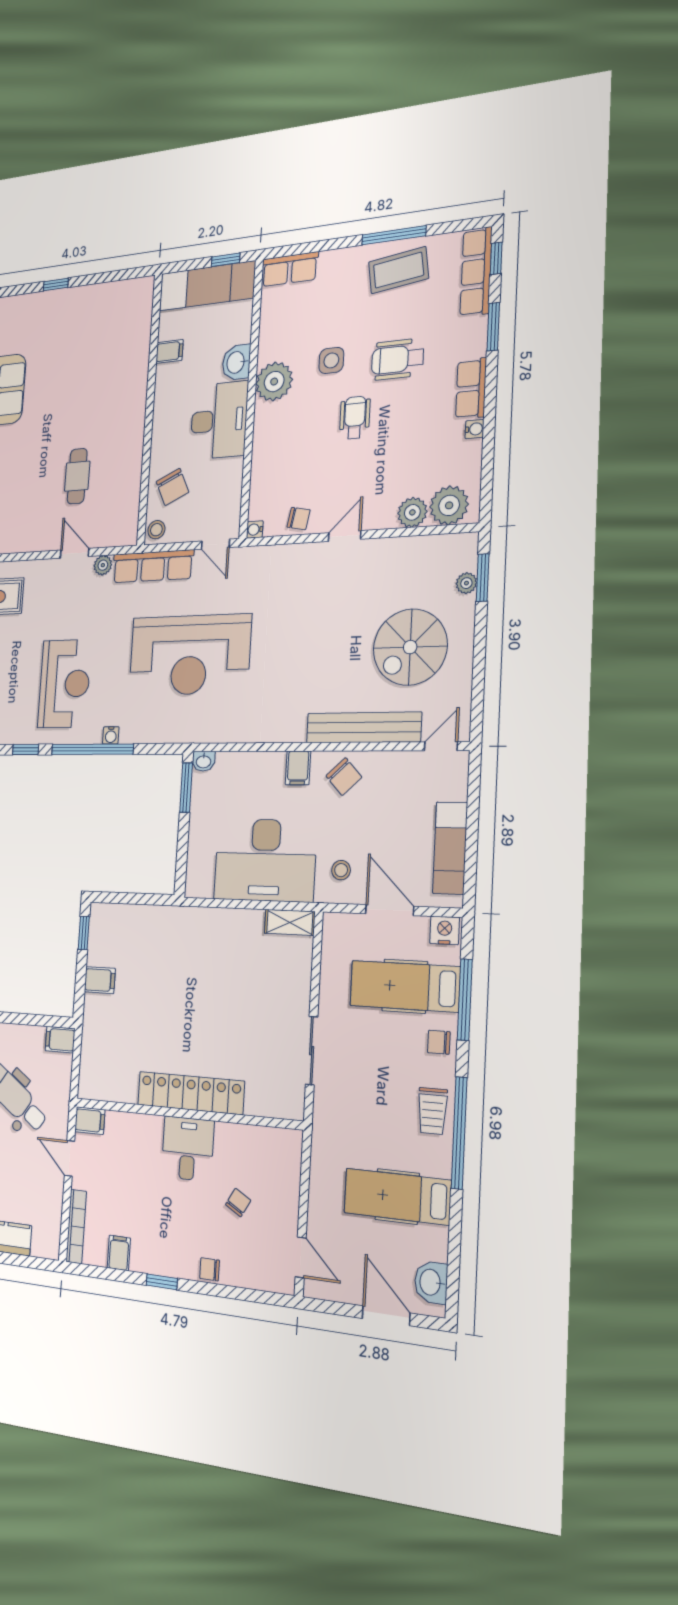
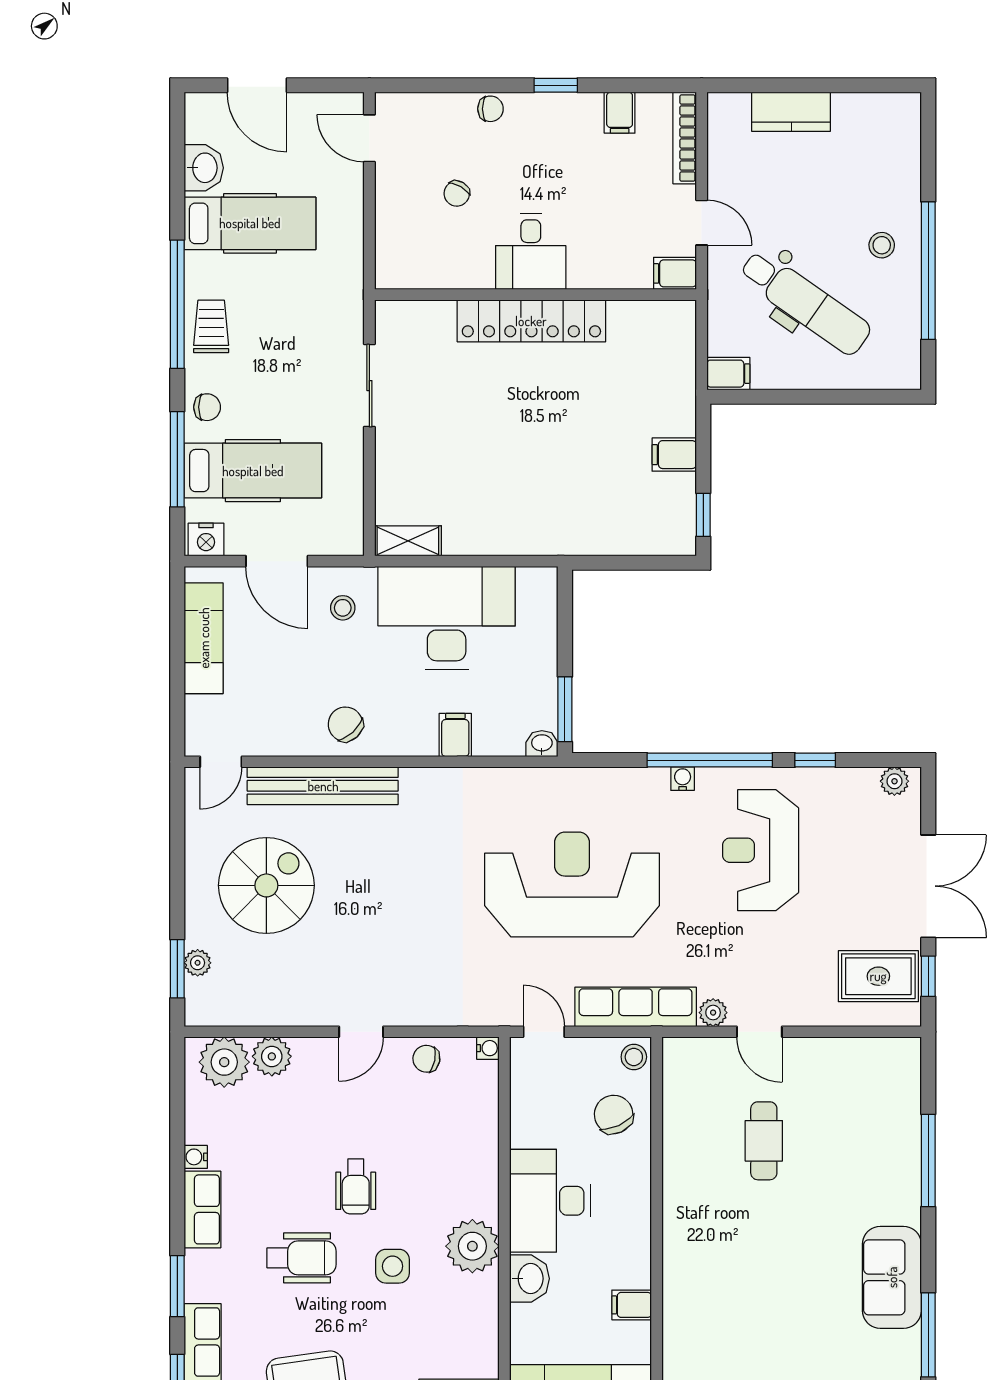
filing cabinet: (298, 768) -> (455, 735), moved
washbasin: (431, 1282) -> (204, 168), moved

